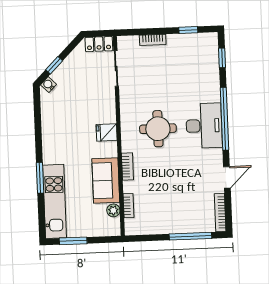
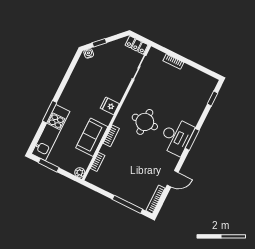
window: (188, 30) -> (200, 68), removed
window: (224, 119) -> (192, 139), width x0.47
plant: (113, 210) -> (80, 172), moved

